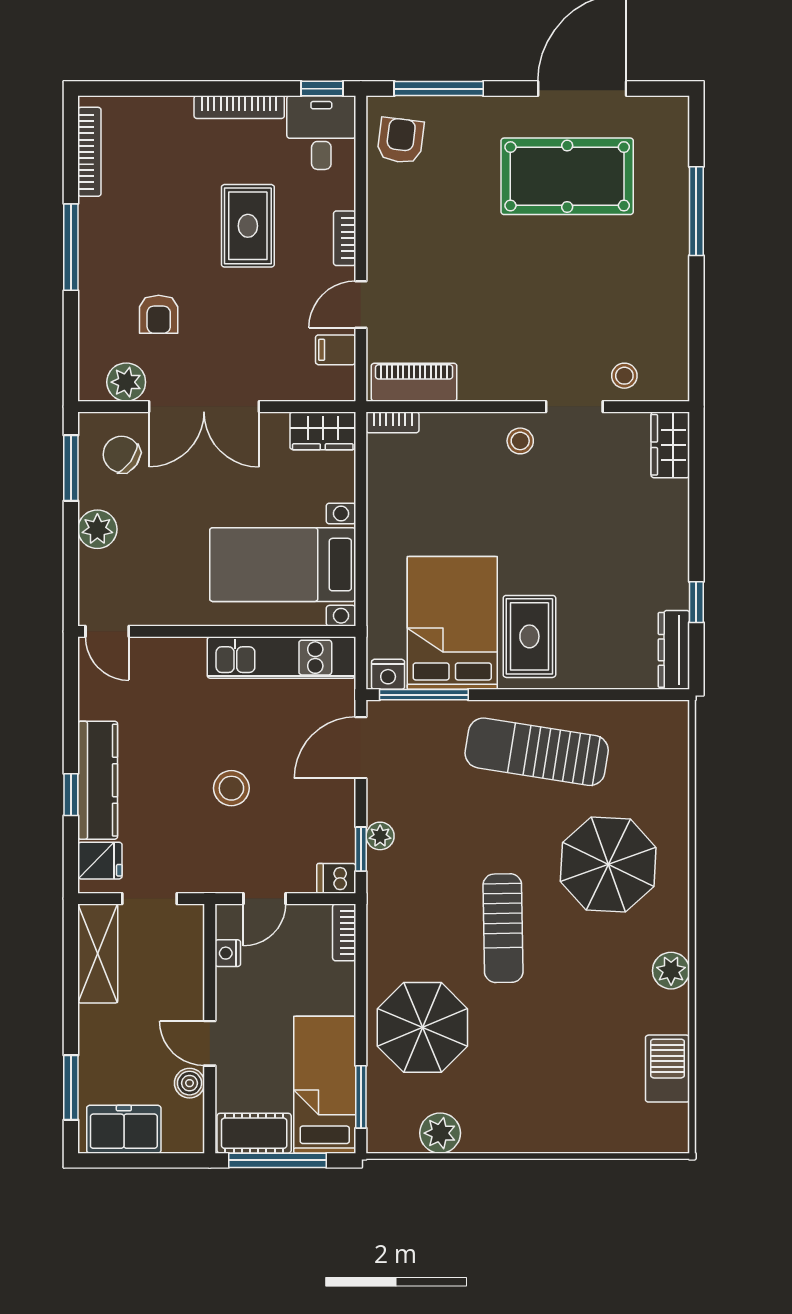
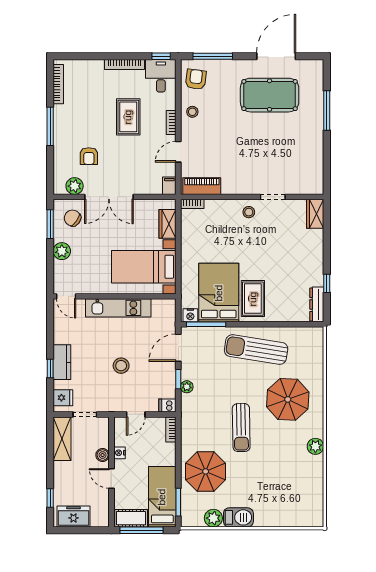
filing cabinet: (336, 350) -> (169, 186), moved, turned 90
stool: (624, 376) -> (192, 112), moved
wardrobe: (323, 431) -> (168, 224), moved, turned 90
kitchen unit: (281, 658) -> (118, 308), moved
kitchen counter: (98, 780) -> (62, 362), width x0.67
window: (361, 849) -> (178, 379), moved
nightstand: (228, 953) -> (119, 453), moved
barbecue: (667, 1069) -> (238, 517), moved, turned 90
boiler: (190, 1083) -> (103, 455), moved
window: (71, 1087) -> (50, 498), width x0.67

